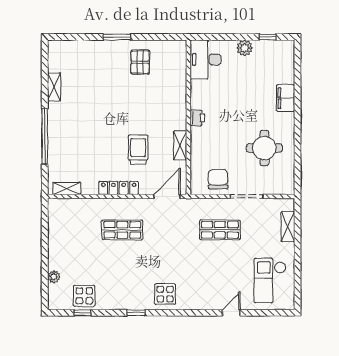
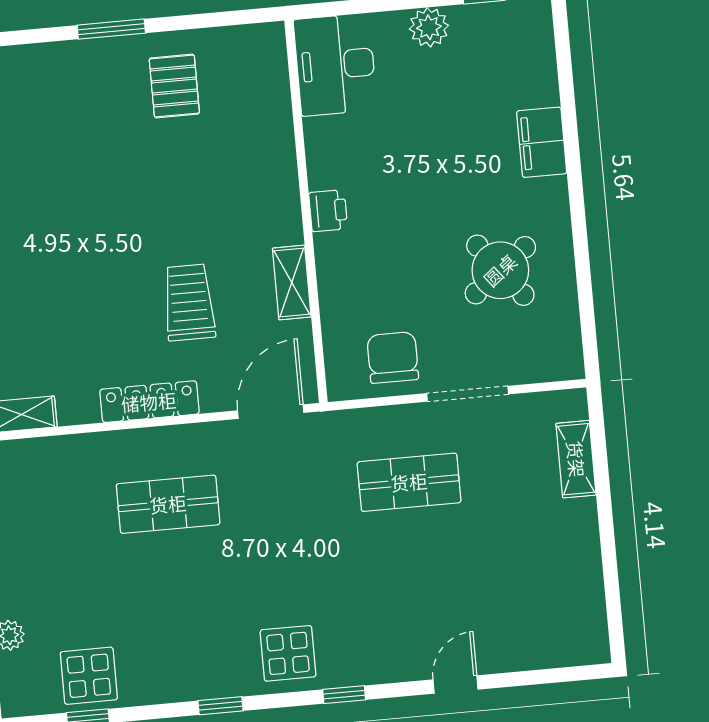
round table: (264, 148) -> (500, 270), turned -38
checkout: (270, 280) -> (544, 596), removed
window: (186, 313) -> (344, 695), added

